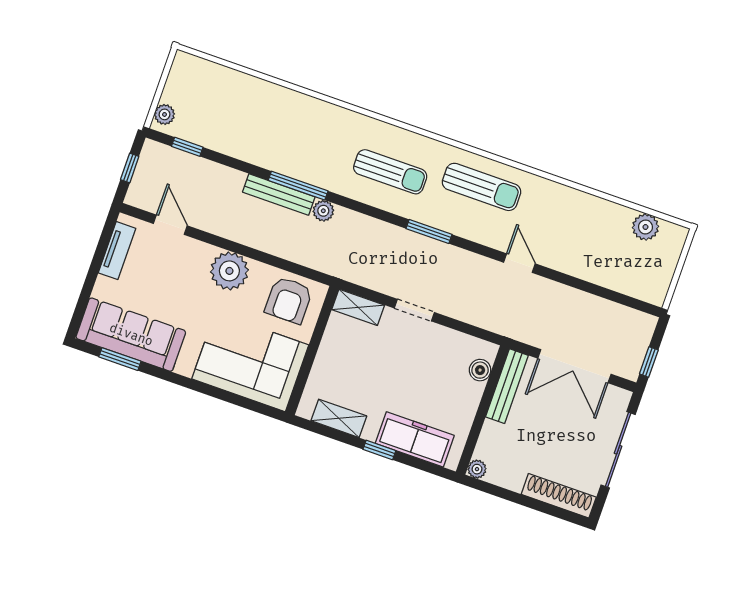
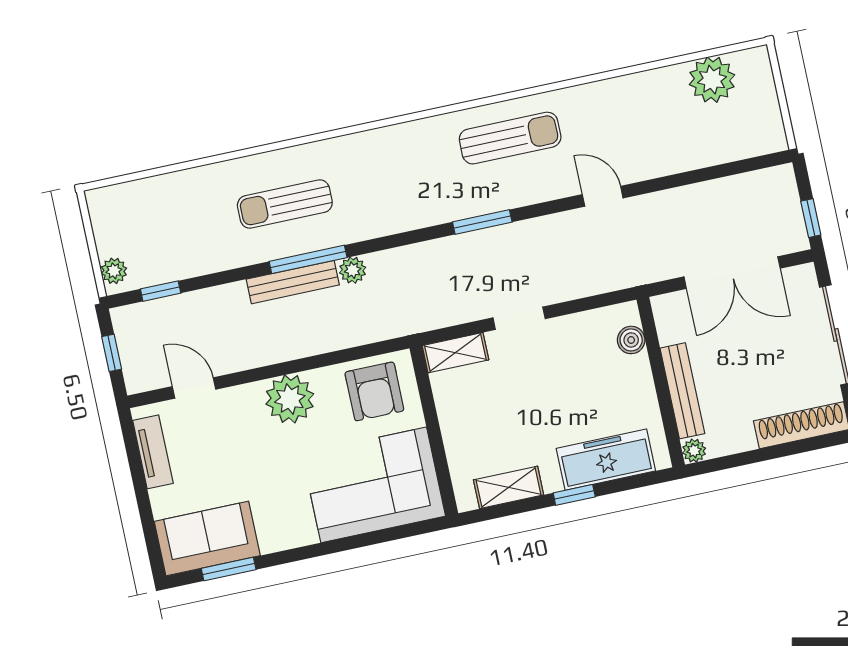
sun lounger: (390, 172) -> (285, 204), moved, turned 180
plant: (645, 227) -> (712, 80), width x1.36, depth x1.36
sofa: (131, 335) -> (207, 539), width x0.73
bench: (507, 386) -> (682, 391), moved

